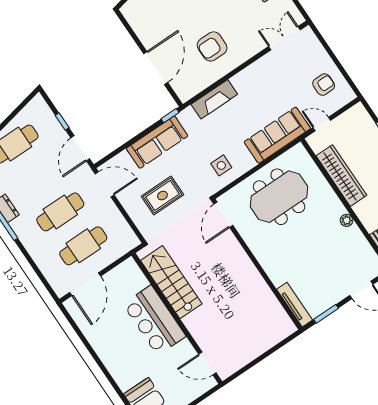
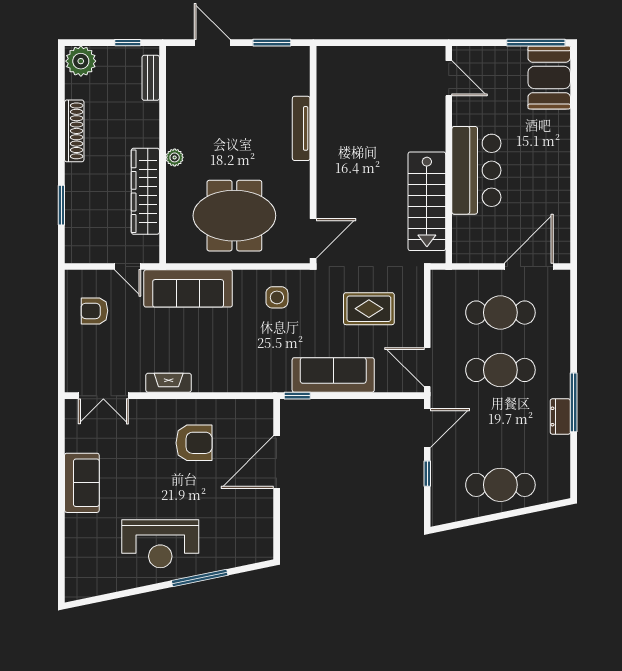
fireplace: (214, 99) -> (169, 383), moved, width x0.73, depth x0.76
plant: (347, 220) -> (175, 157), moved
tv unit: (295, 305) -> (301, 128), moved

